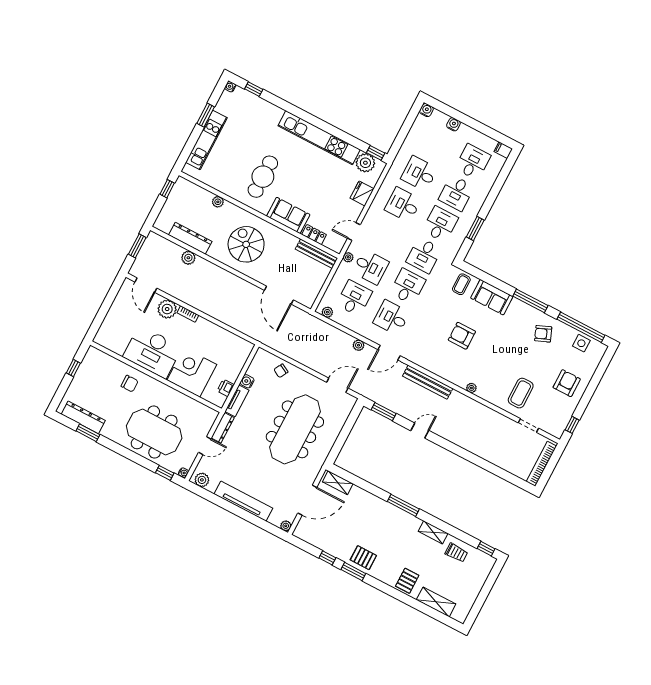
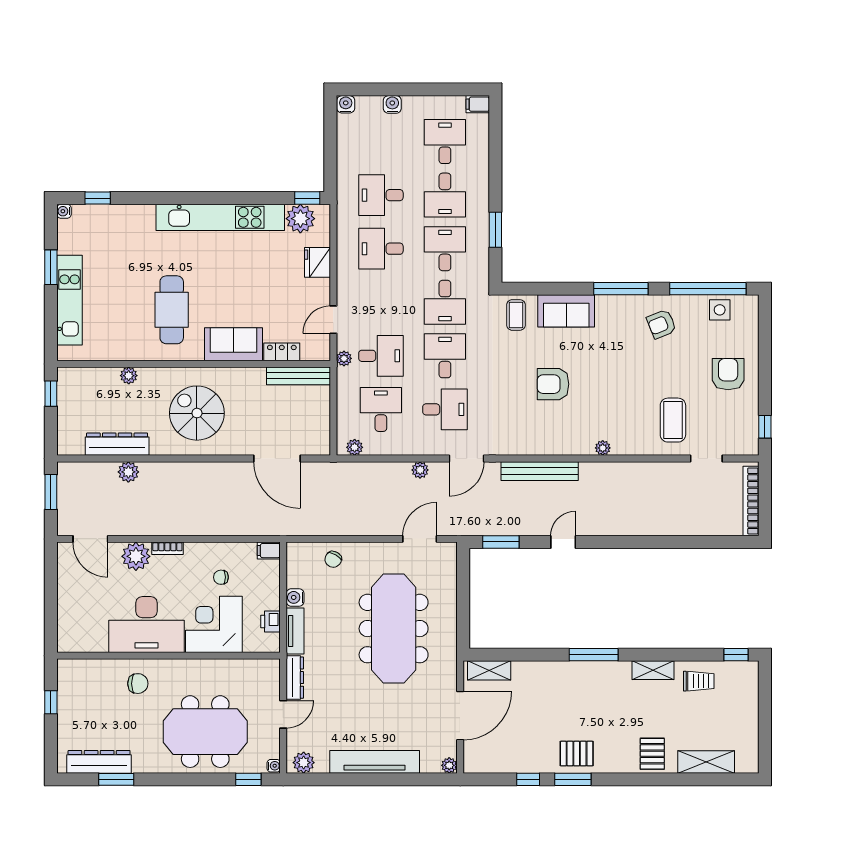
desk: (391, 318) -> (445, 409), turned 180
filing cabinet: (246, 346) -> (269, 551), added
chair: (210, 347) -> (221, 577), added

